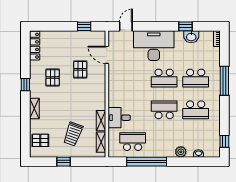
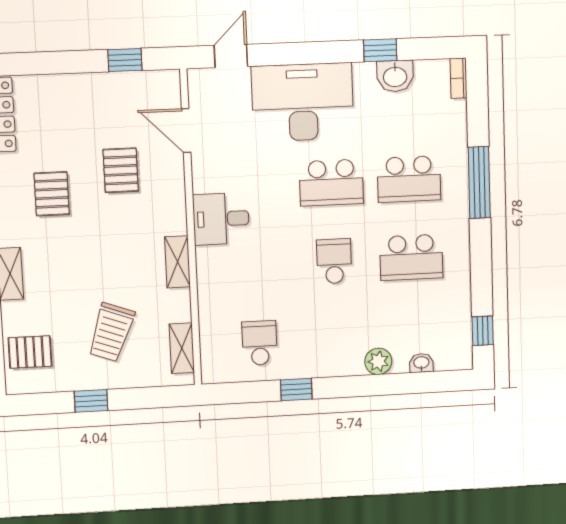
school desk: (164, 110) -> (334, 261), width x0.54
desk: (119, 118) -> (221, 219), moved
shelving: (101, 121) -> (177, 262), moved
school desk: (133, 142) -> (260, 343), width x0.54
window: (147, 162) -> (296, 389), width x0.32

